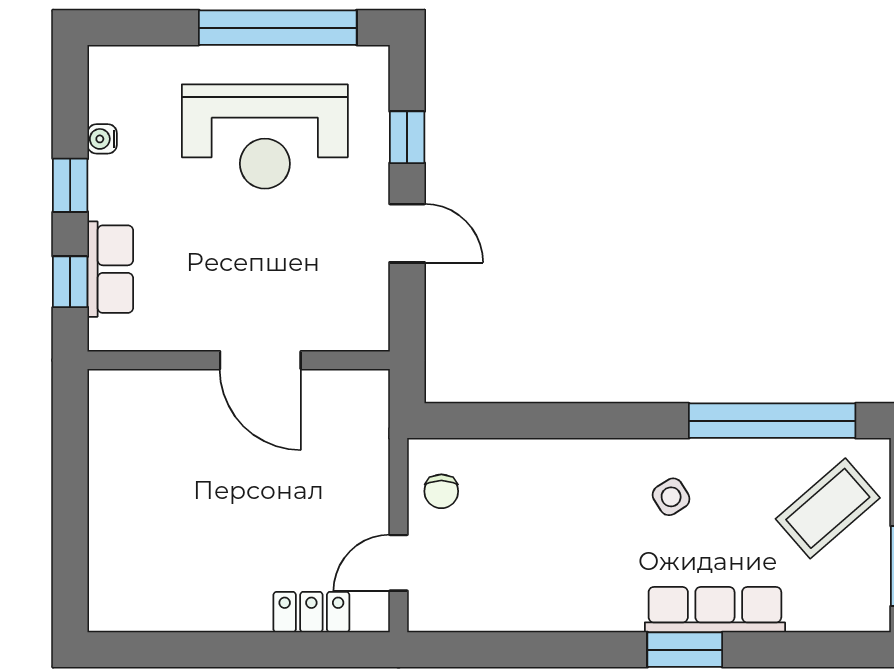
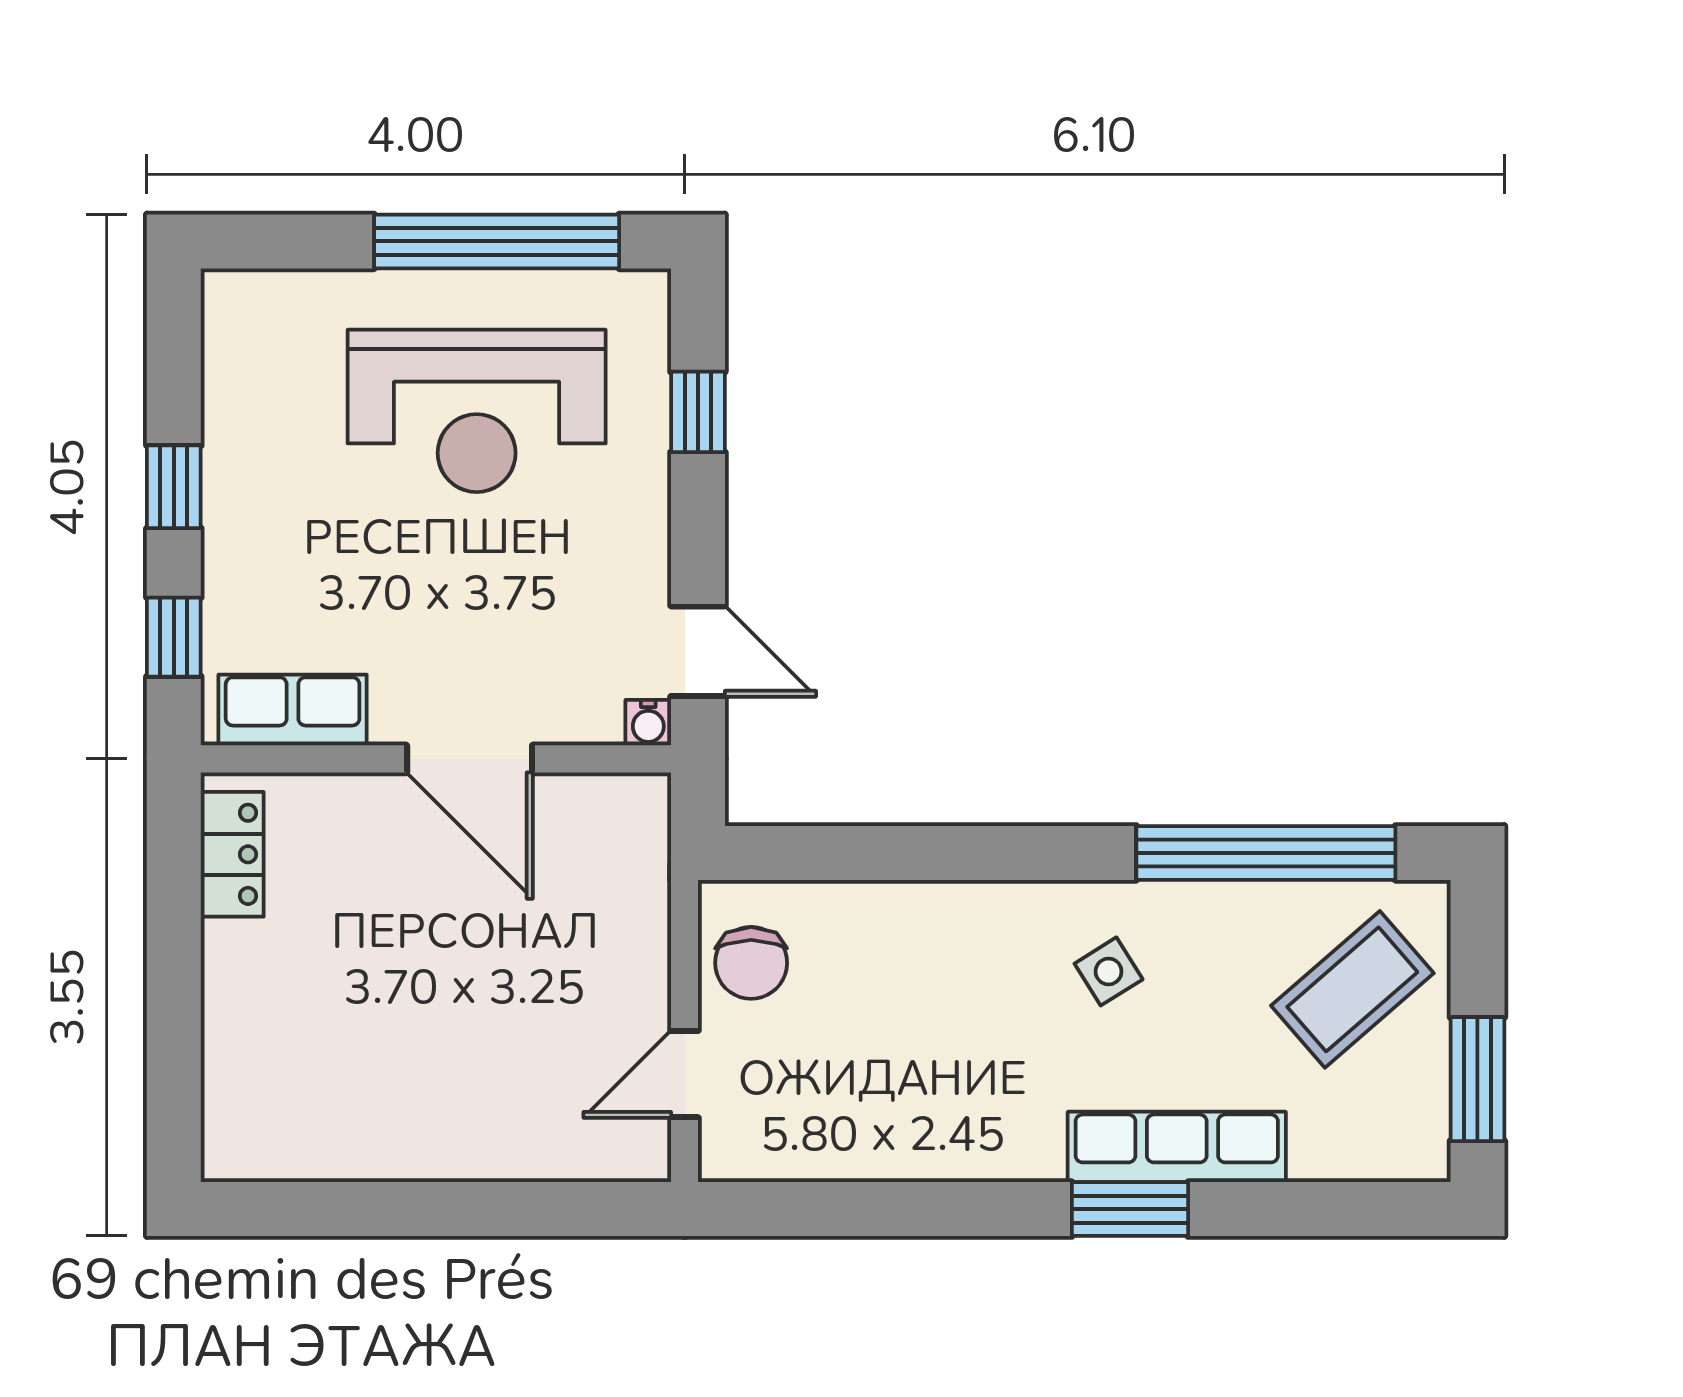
water cooler: (102, 139) -> (648, 723), moved, turned -90
door: (407, 233) -> (698, 651), moved
row of seats: (110, 269) -> (293, 710), moved, turned -90
chair: (441, 491) -> (751, 963), width x1.37, depth x1.37
locker: (311, 612) -> (232, 854), moved, turned 90

